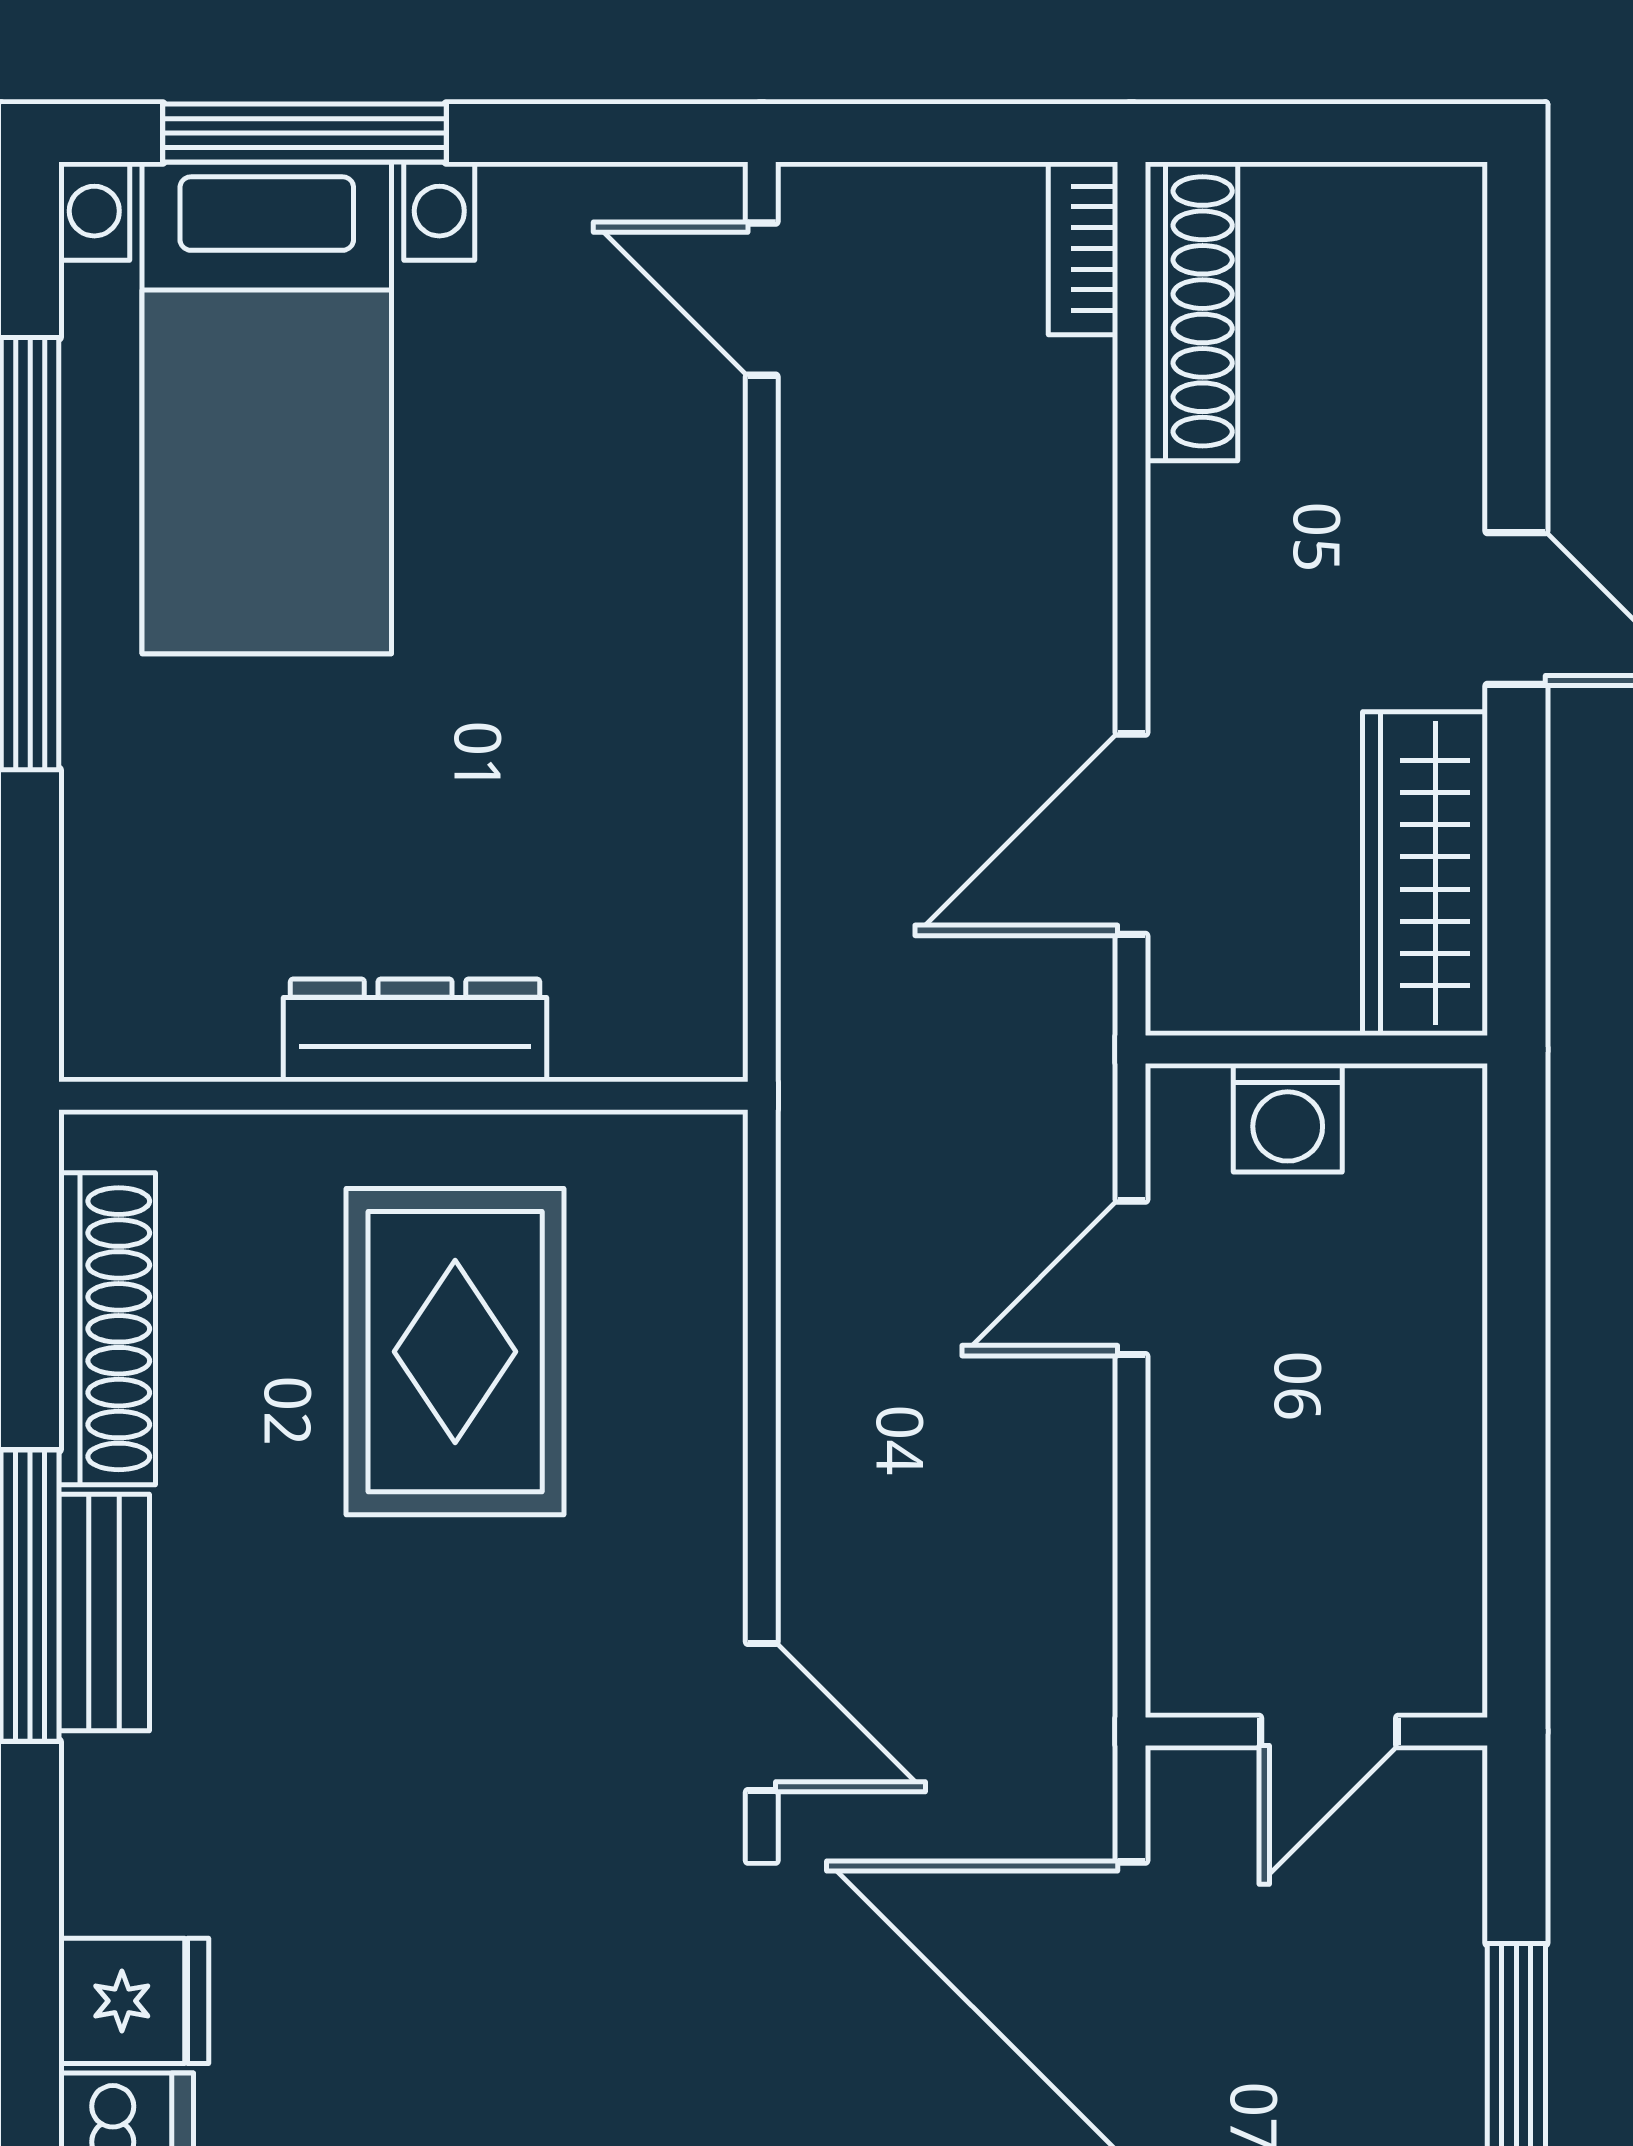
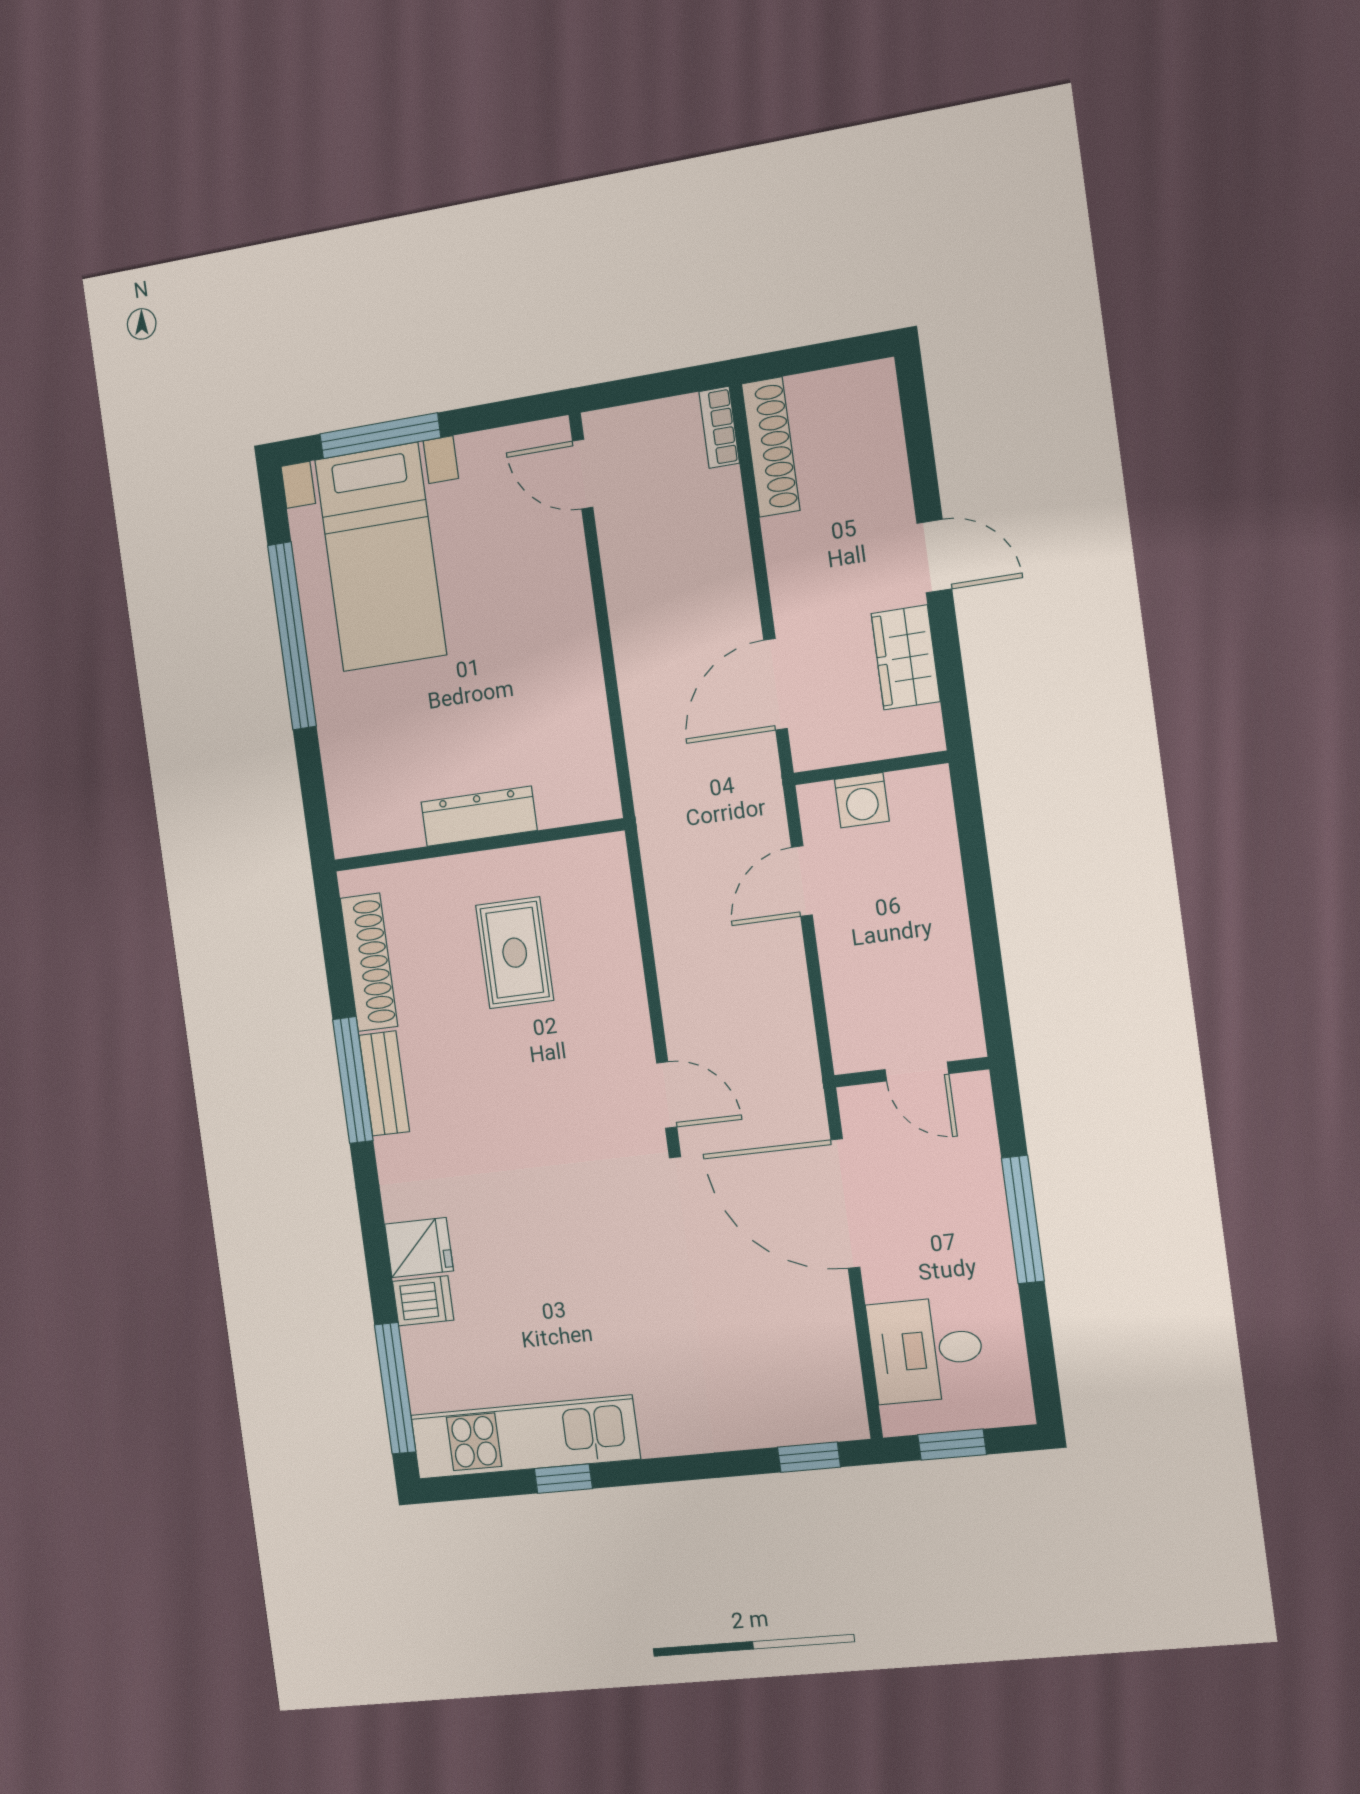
wardrobe: (1425, 873) -> (906, 657), width x0.67
rug: (455, 1352) -> (515, 953), width x0.73, depth x0.70
door: (1329, 1731) -> (917, 1072), hinge flipped

